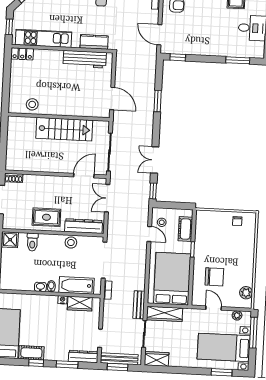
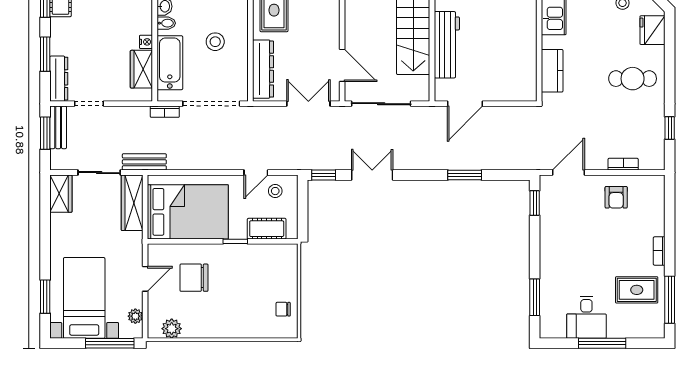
workbench: (85, 59) -> (447, 45), moved, turned 180
stool: (71, 243) -> (215, 42), moved
chair: (214, 277) -> (194, 278), turned 90
bench: (119, 359) -> (58, 127), width x0.73

